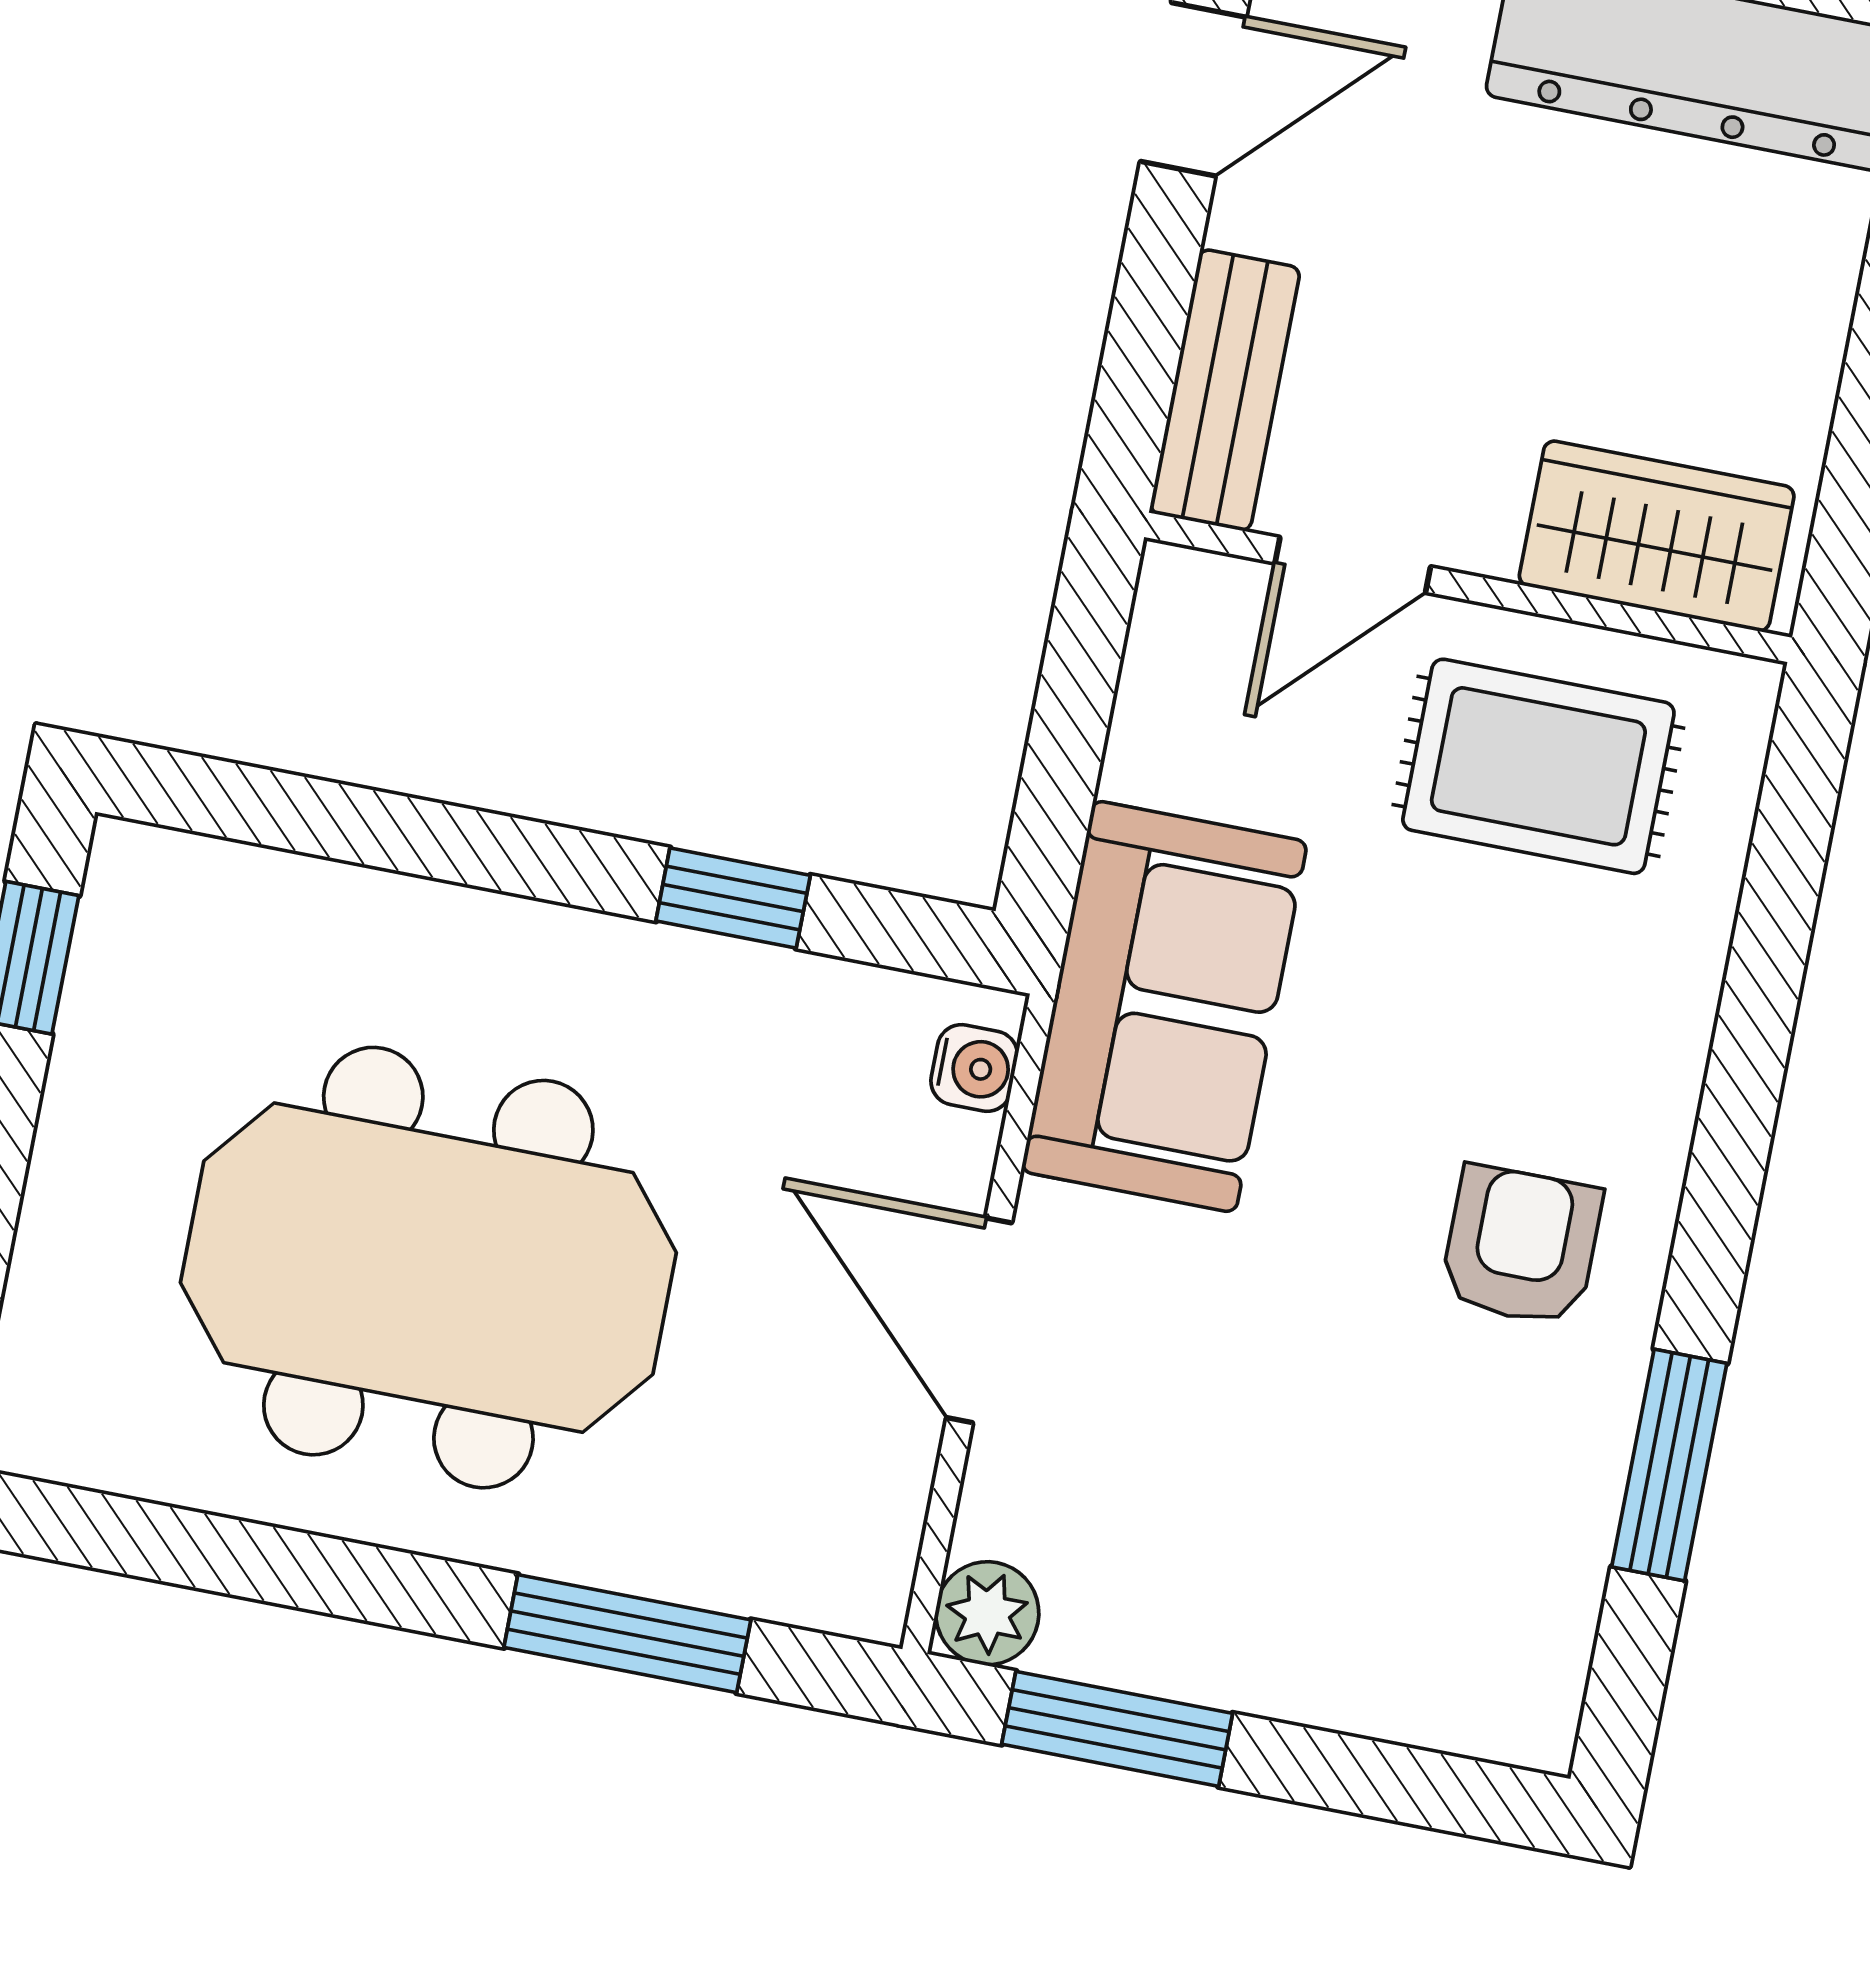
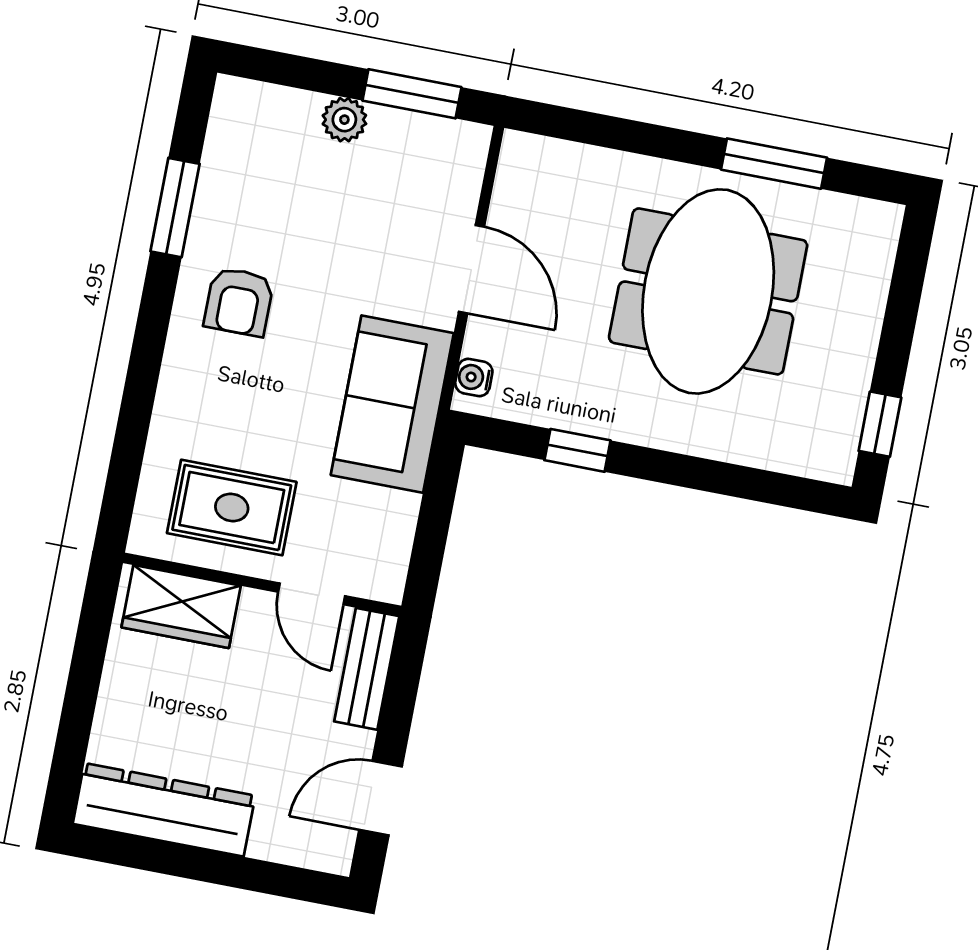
door: (1353, 565) -> (312, 594), swing flipped
meeting table: (428, 1268) -> (708, 291), turned 90
plant: (987, 1613) -> (344, 120), moved
window: (627, 1634) -> (774, 164), moved

